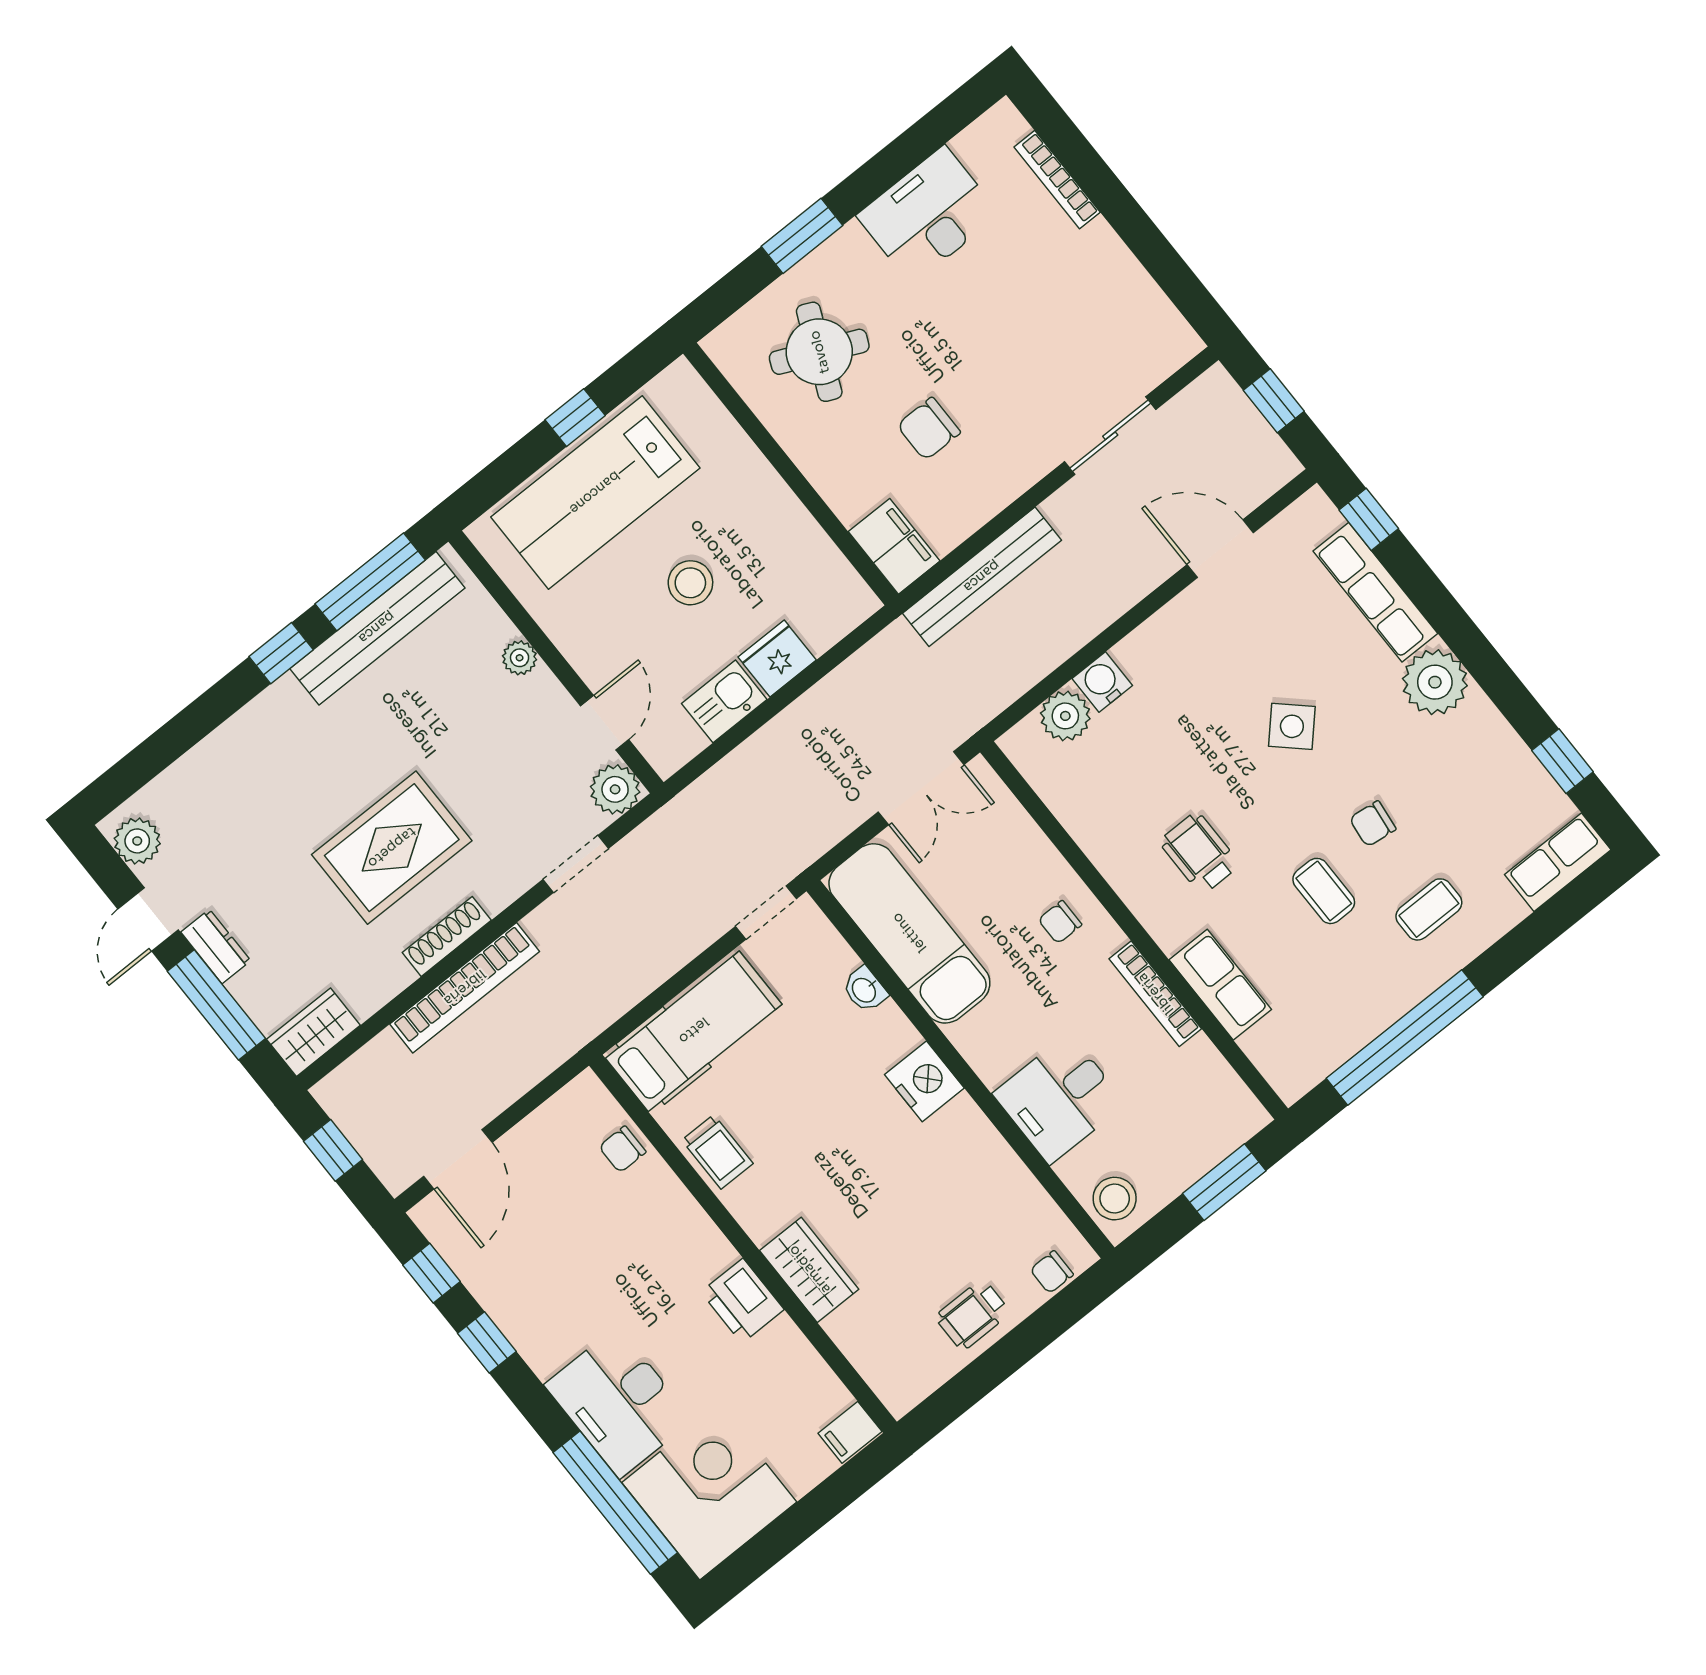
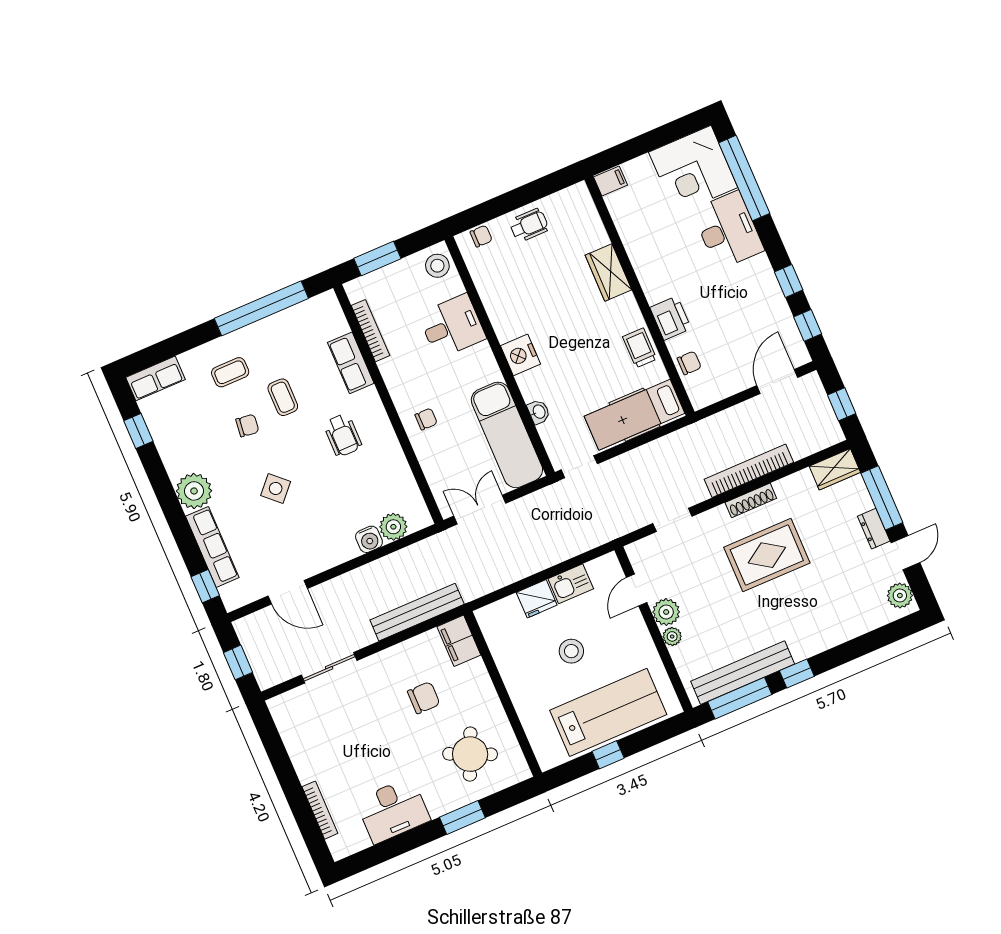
plant: (615, 789) -> (666, 612), moved
bookcase: (1155, 994) -> (370, 331), moved
printer: (742, 1301) -> (671, 318), moved

